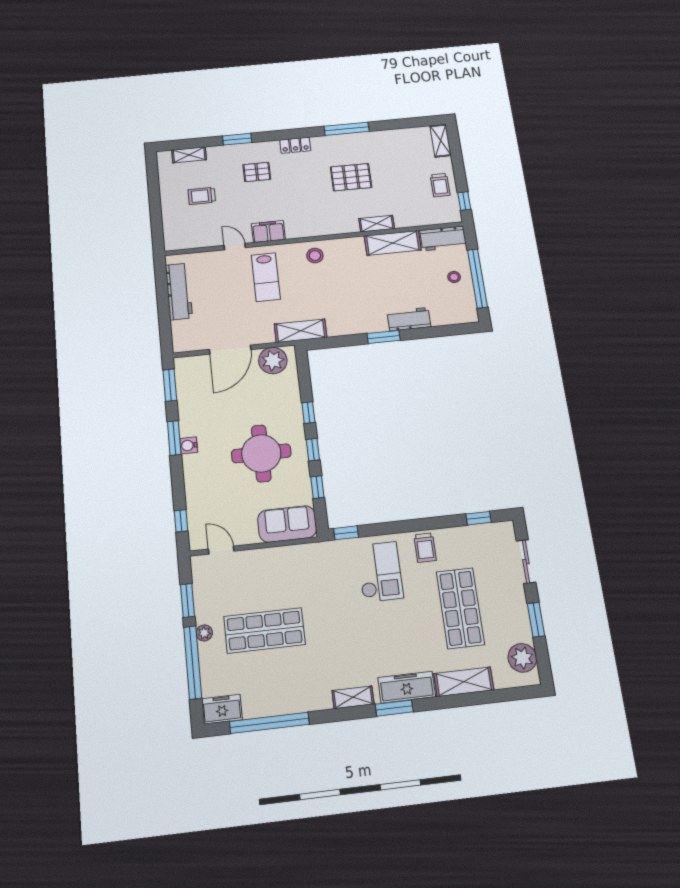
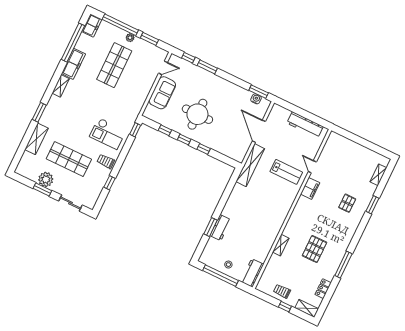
locker: (295, 145) -> (323, 289), moved
trolley: (202, 196) -> (351, 167), removed
window: (464, 201) -> (285, 307), moved
shelving: (393, 243) -> (265, 246), removed
door: (235, 247) -> (312, 167), swing flipped
stool: (315, 256) -> (283, 203), removed
lab bench: (266, 277) -> (286, 172), turned 180
shelving: (301, 331) -> (250, 165), width x1.47
window: (384, 337) -> (210, 227), moved
plant: (273, 361) -> (240, 148), removed
window: (174, 438) -> (207, 67), moved
water cooler: (189, 445) -> (256, 99), moved
window: (479, 518) -> (110, 183), moved
sofa: (287, 524) -> (162, 93), moved
plant: (522, 658) -> (46, 179), moved
freezer: (407, 687) -> (73, 64), moved
window: (394, 708) -> (39, 112), moved

